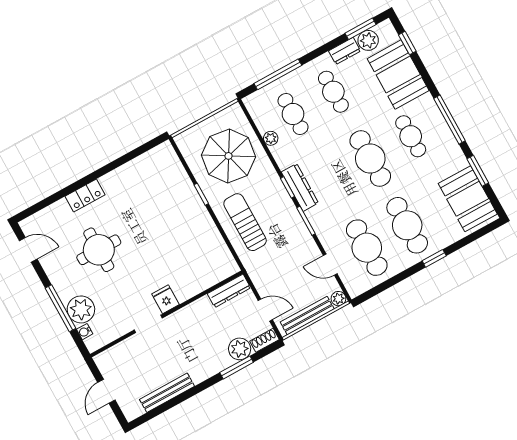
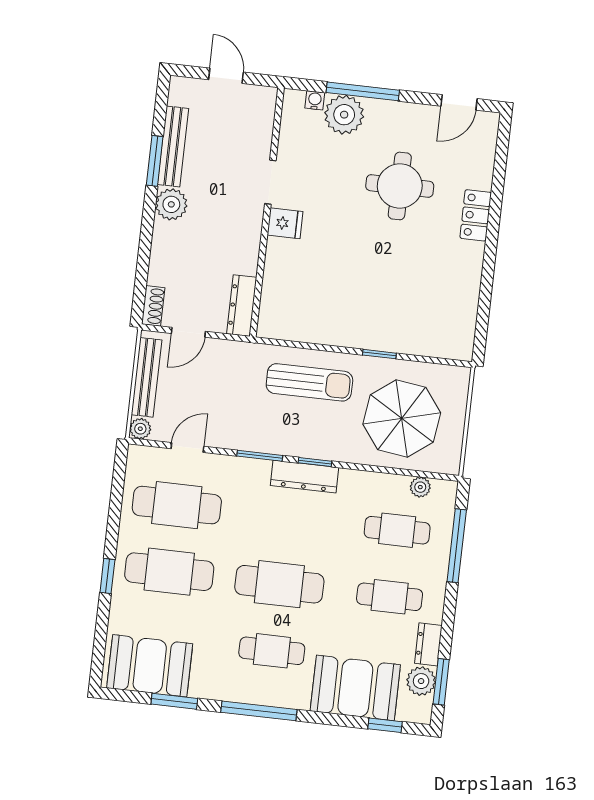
plant: (271, 138) -> (420, 487), moved
plant: (240, 349) -> (171, 204), moved
window: (237, 367) -> (155, 161), moved

